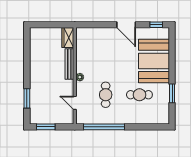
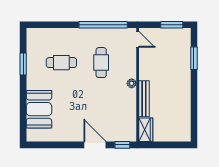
door: (126, 25) -> (95, 145), moved
window: (156, 25) -> (122, 145), moved
booth: (154, 61) -> (39, 109), width x0.73, depth x0.70
door: (75, 103) -> (138, 39), moved

